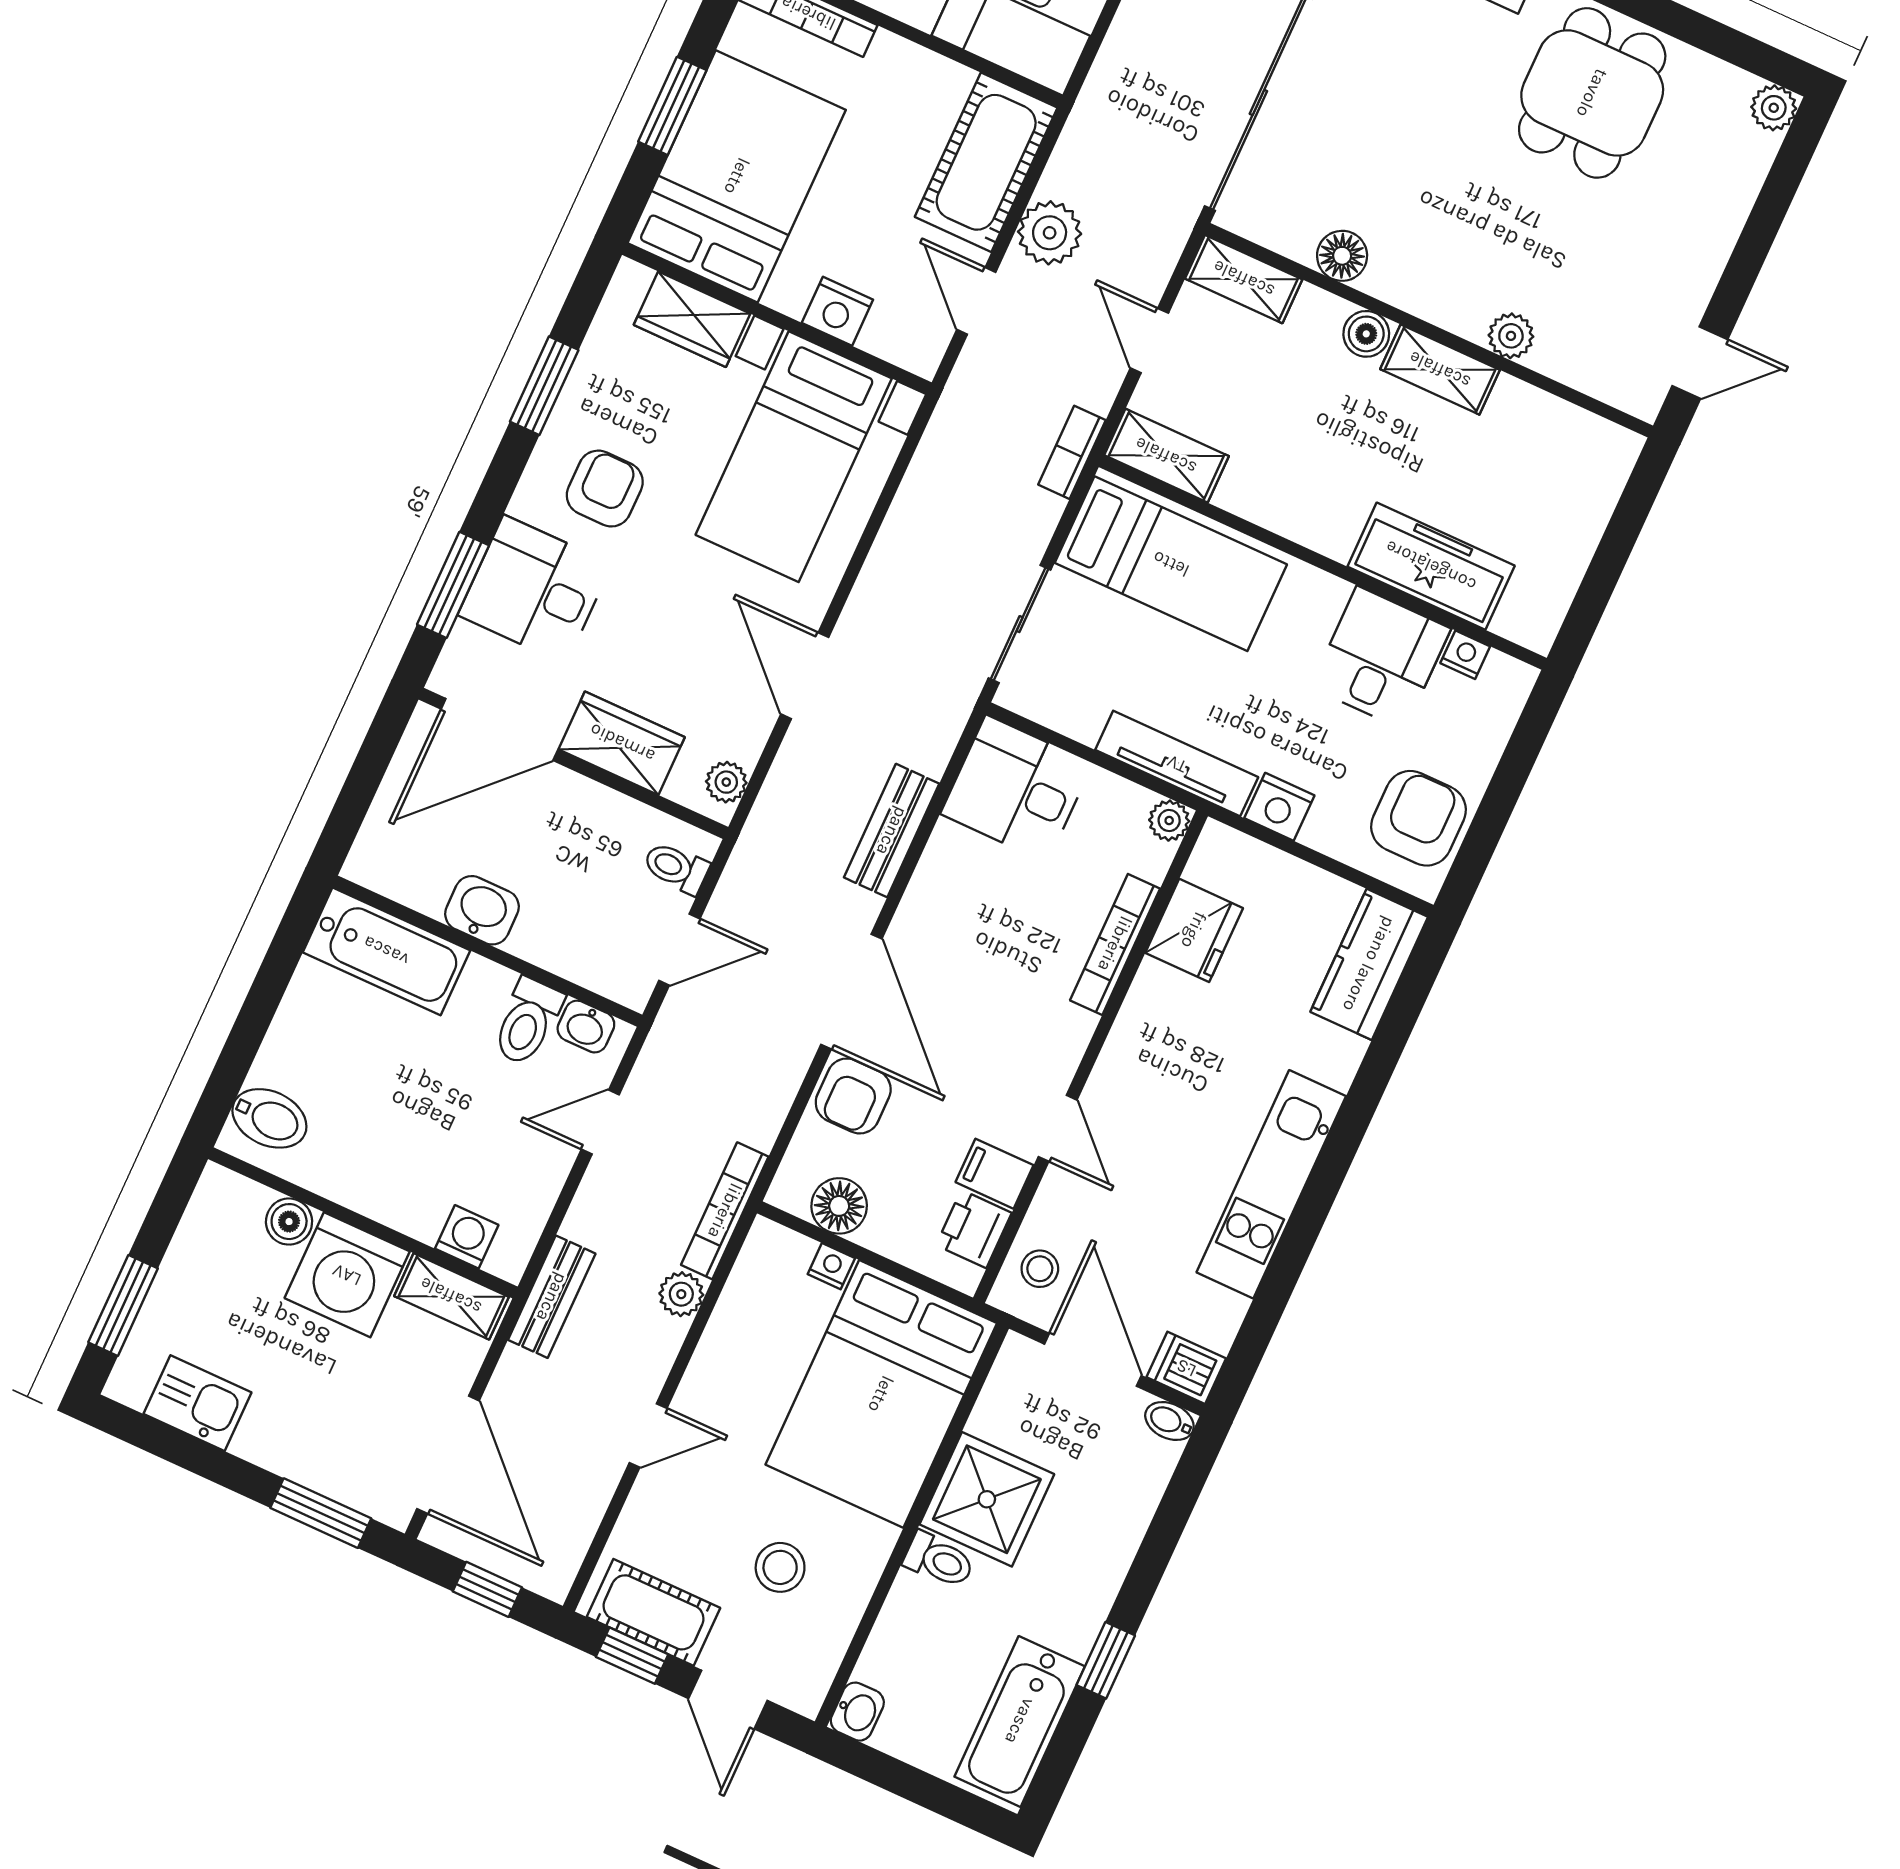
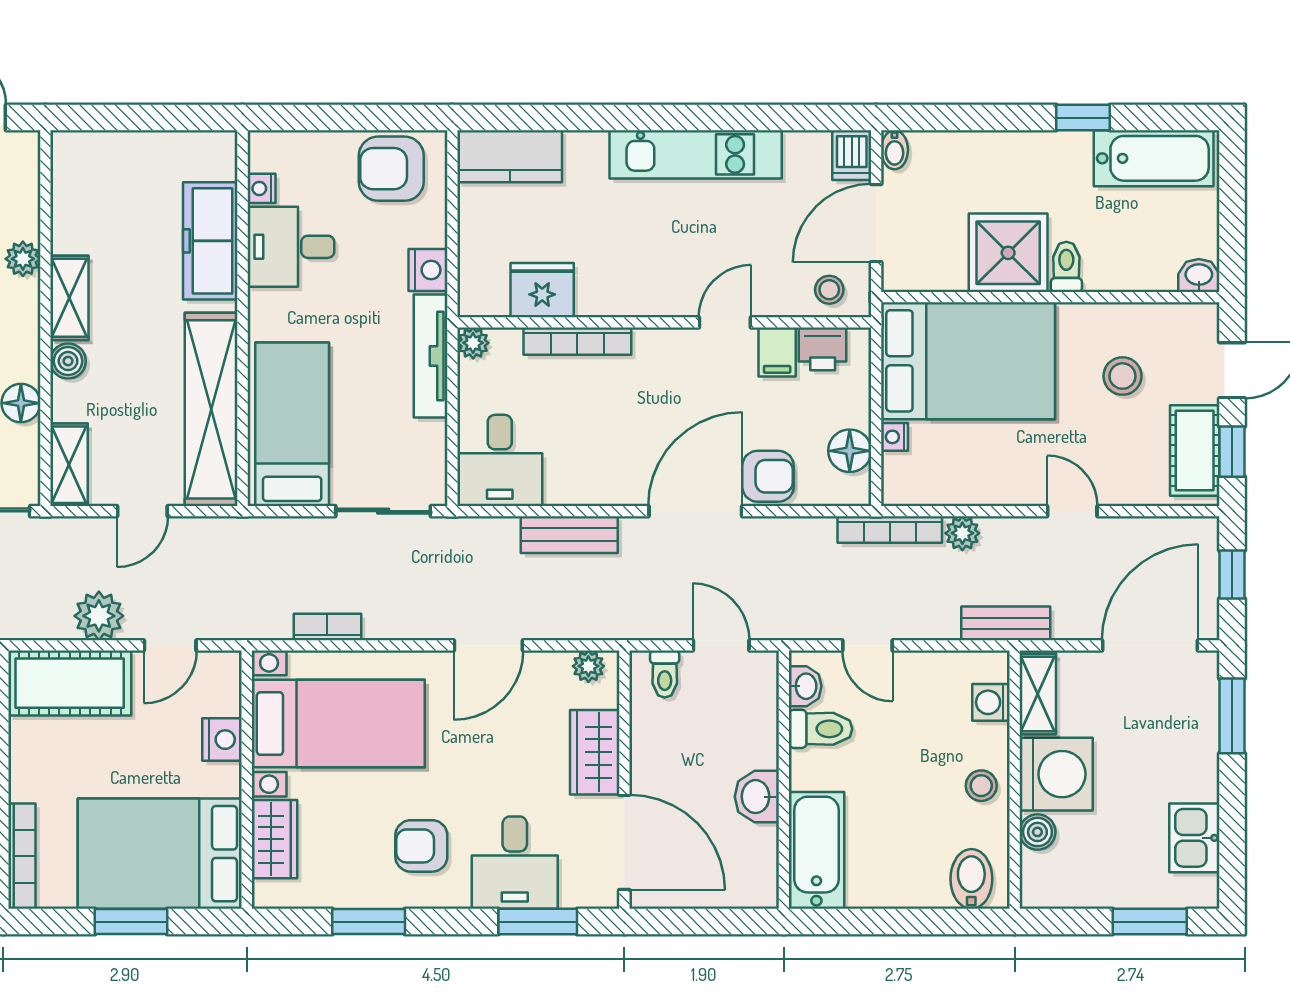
bookcase: (1072, 452) -> (327, 627), moved, turned 180
shelving: (1166, 456) -> (211, 409), width x2.20, depth x1.33
stool: (374, 1180) -> (981, 786), added

